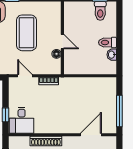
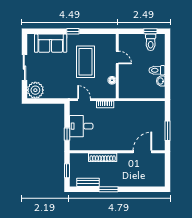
door: (62, 42) -> (117, 57), moved
window: (119, 111) -> (168, 131), width x0.69
desk: (22, 120) -> (81, 126), moved, turned 90

